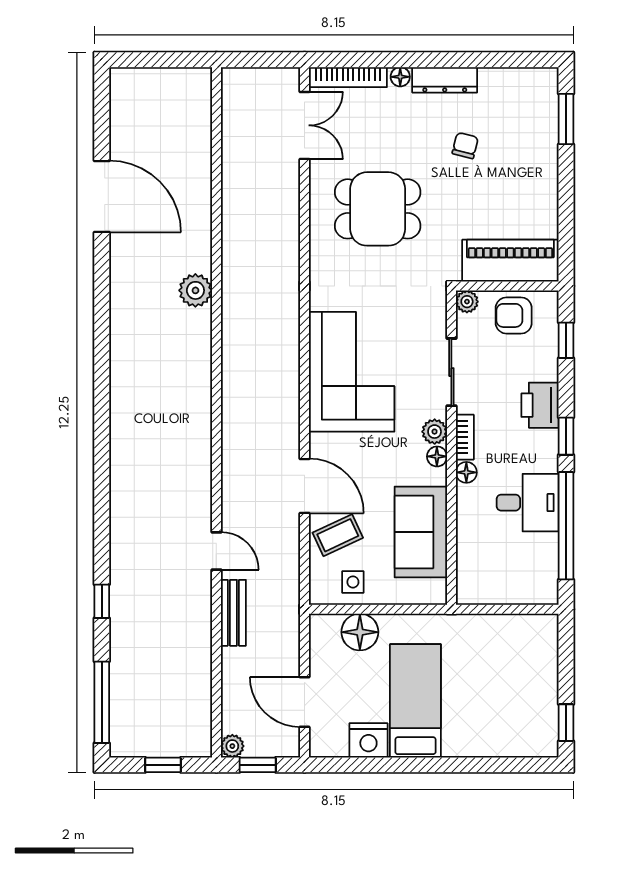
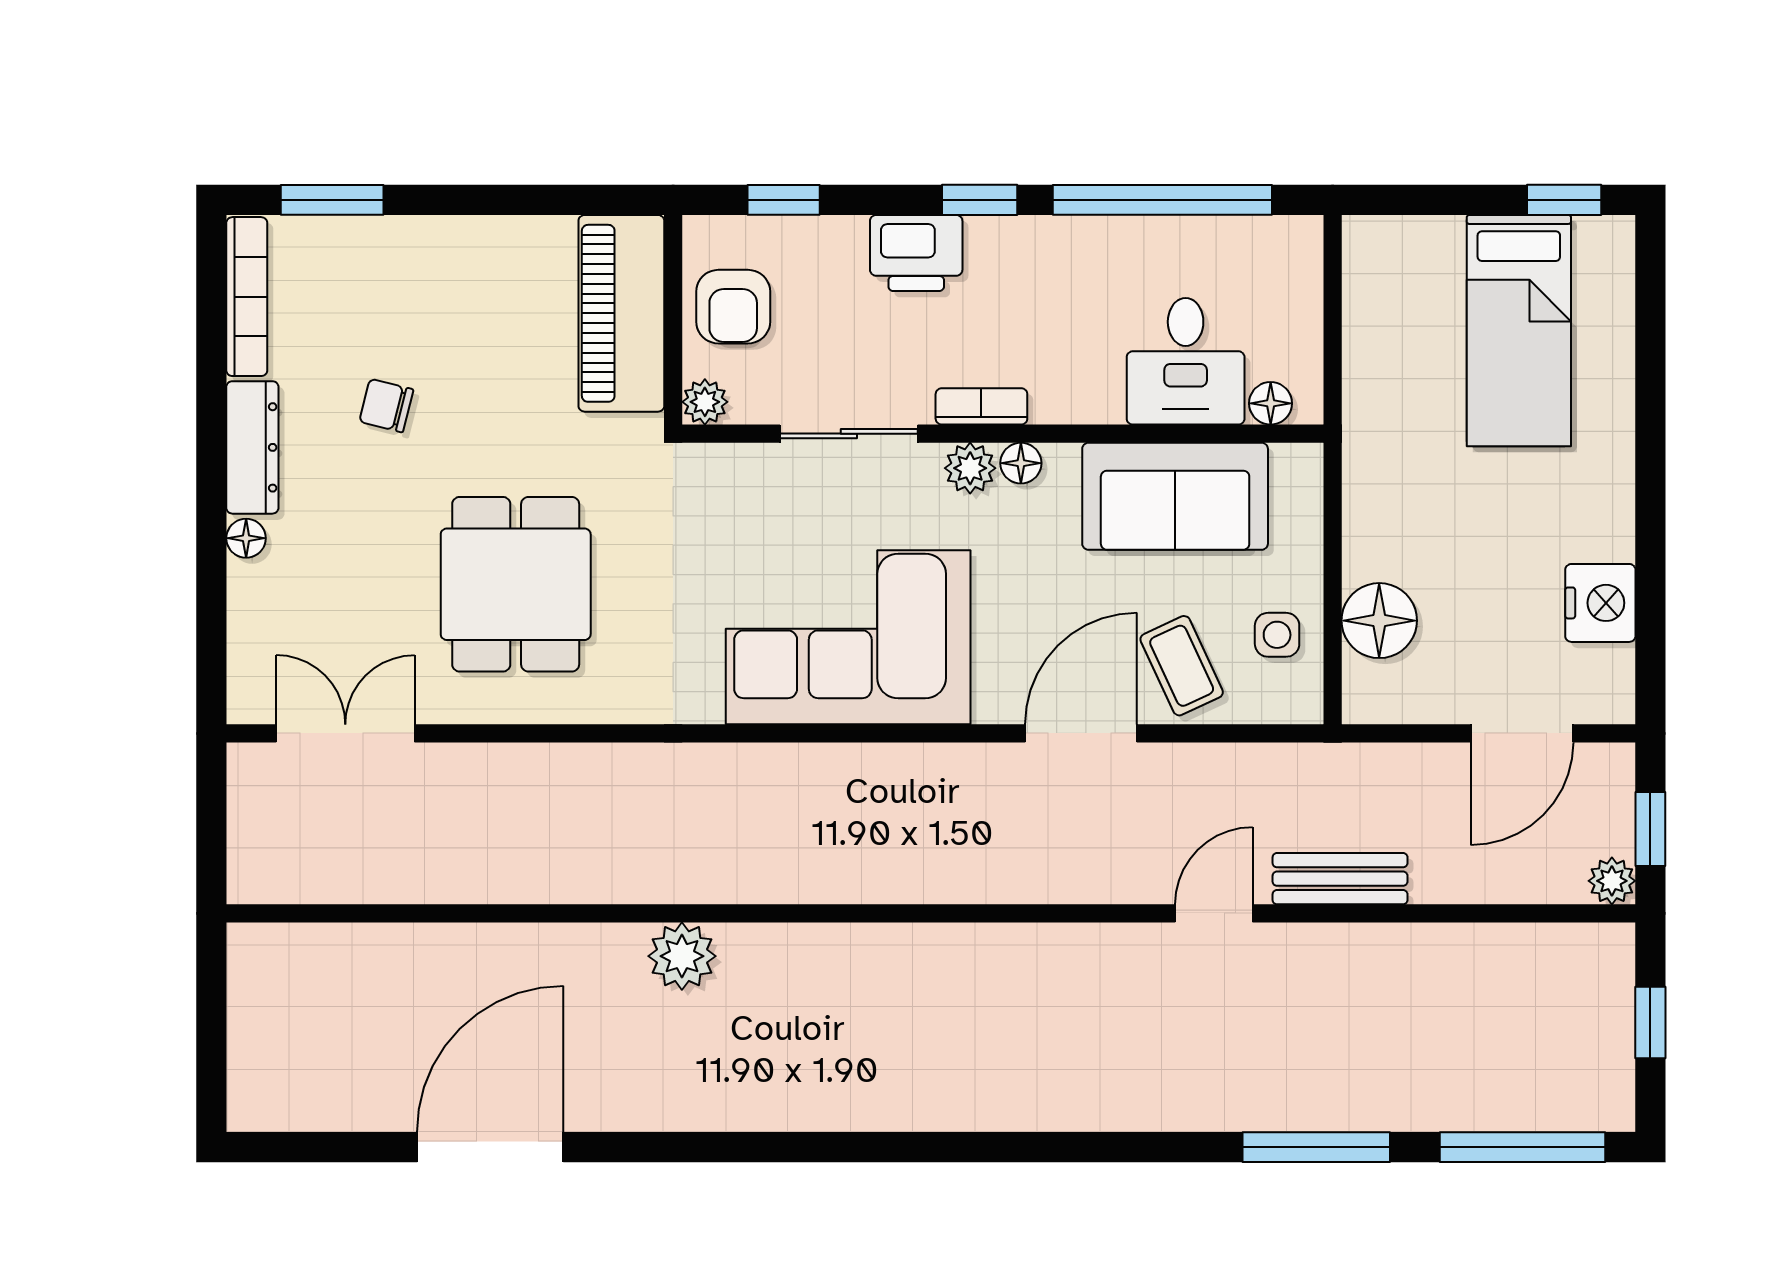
bookcase: (348, 77) -> (247, 297), moved
floor lamp: (466, 472) -> (1271, 403), moved
desk: (528, 503) -> (1186, 361), moved, turned 180
window: (102, 601) -> (1316, 1147), width x2.17
bed: (415, 701) -> (1519, 331), moved, turned -90

